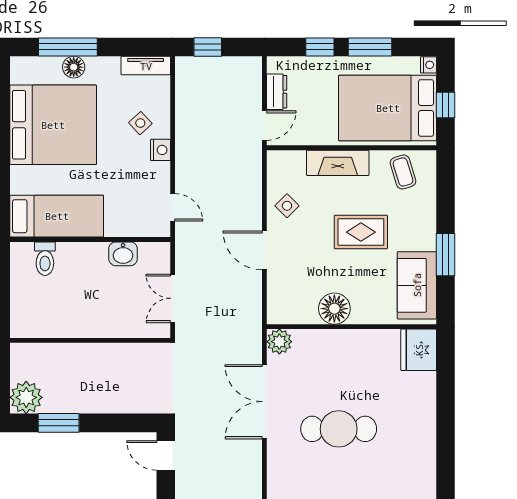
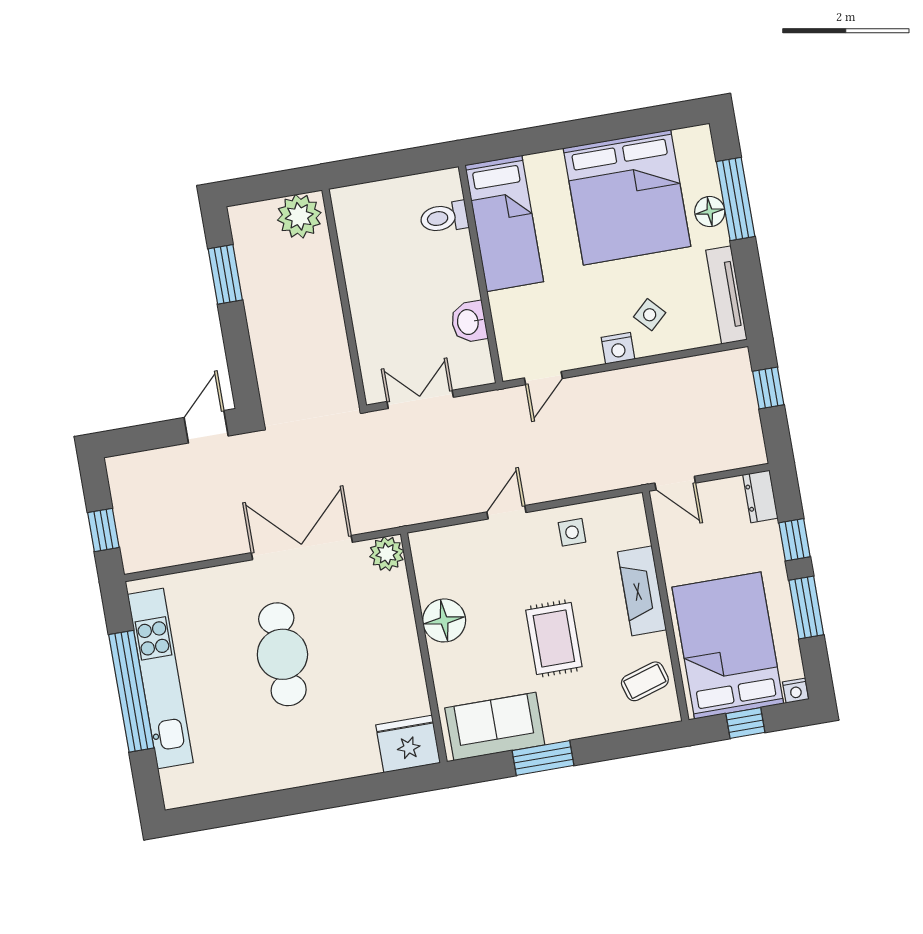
tv unit: (146, 66) -> (726, 295), width x1.41
dresser: (277, 92) -> (760, 496), moved, turned 90
side table: (287, 206) -> (572, 532), turned 45
door: (264, 250) -> (506, 512), width x0.73
plant: (26, 397) -> (299, 216), moved

